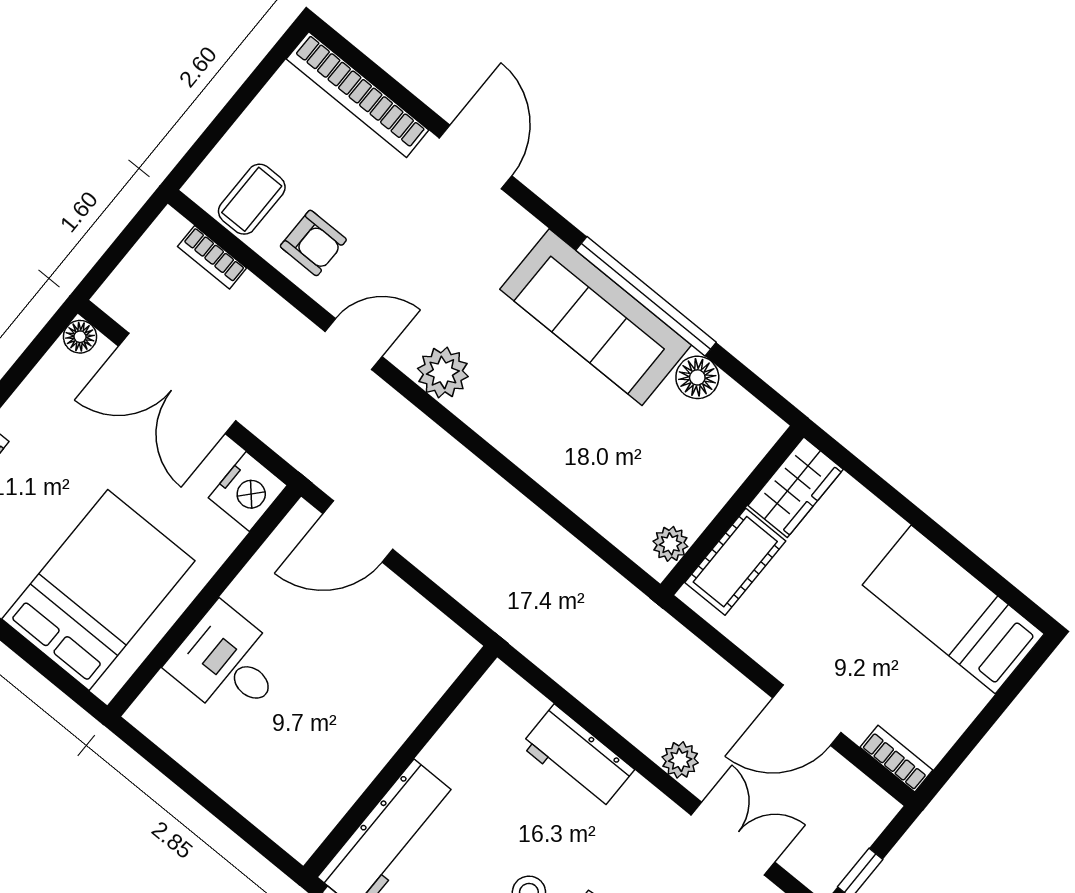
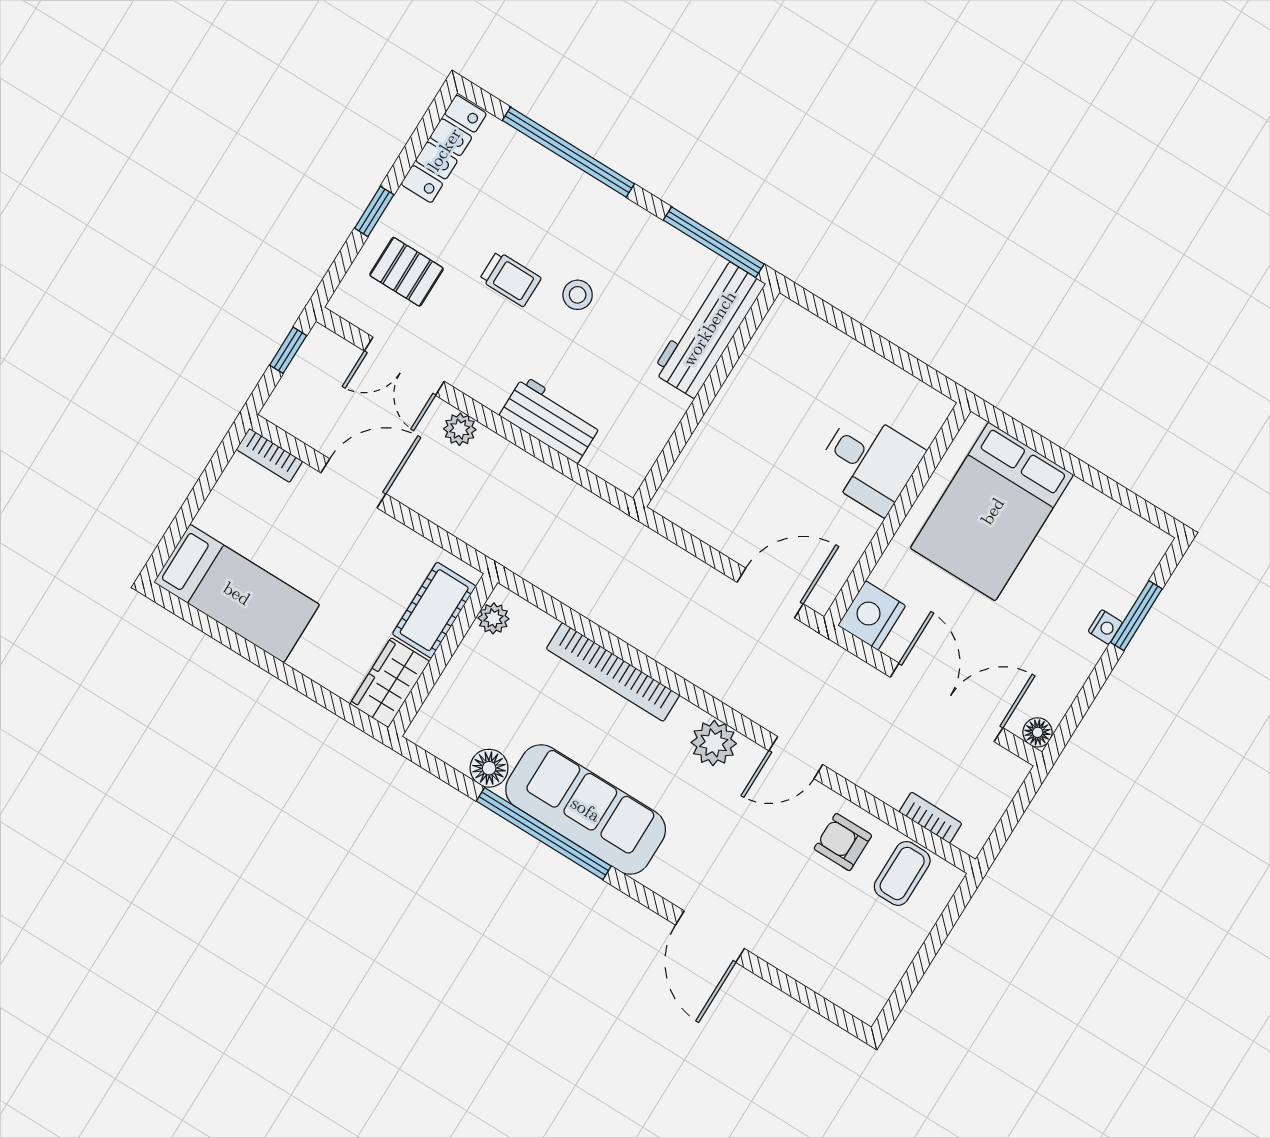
bookcase: (358, 95) -> (613, 672), moved, turned 180

